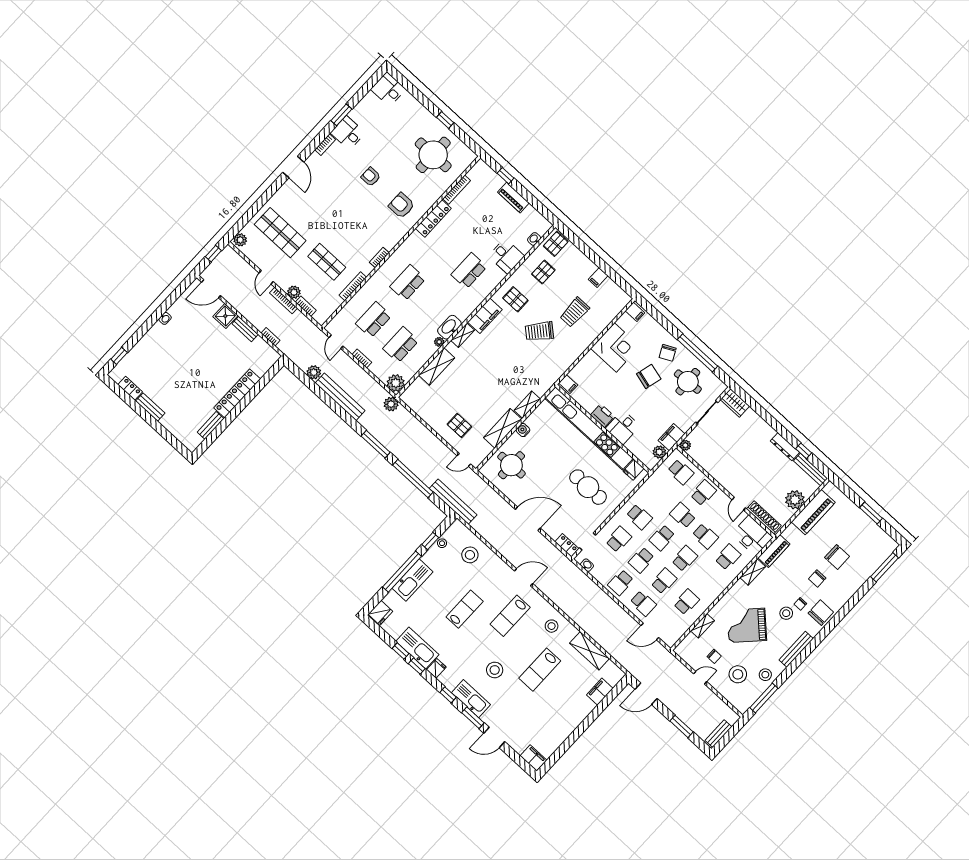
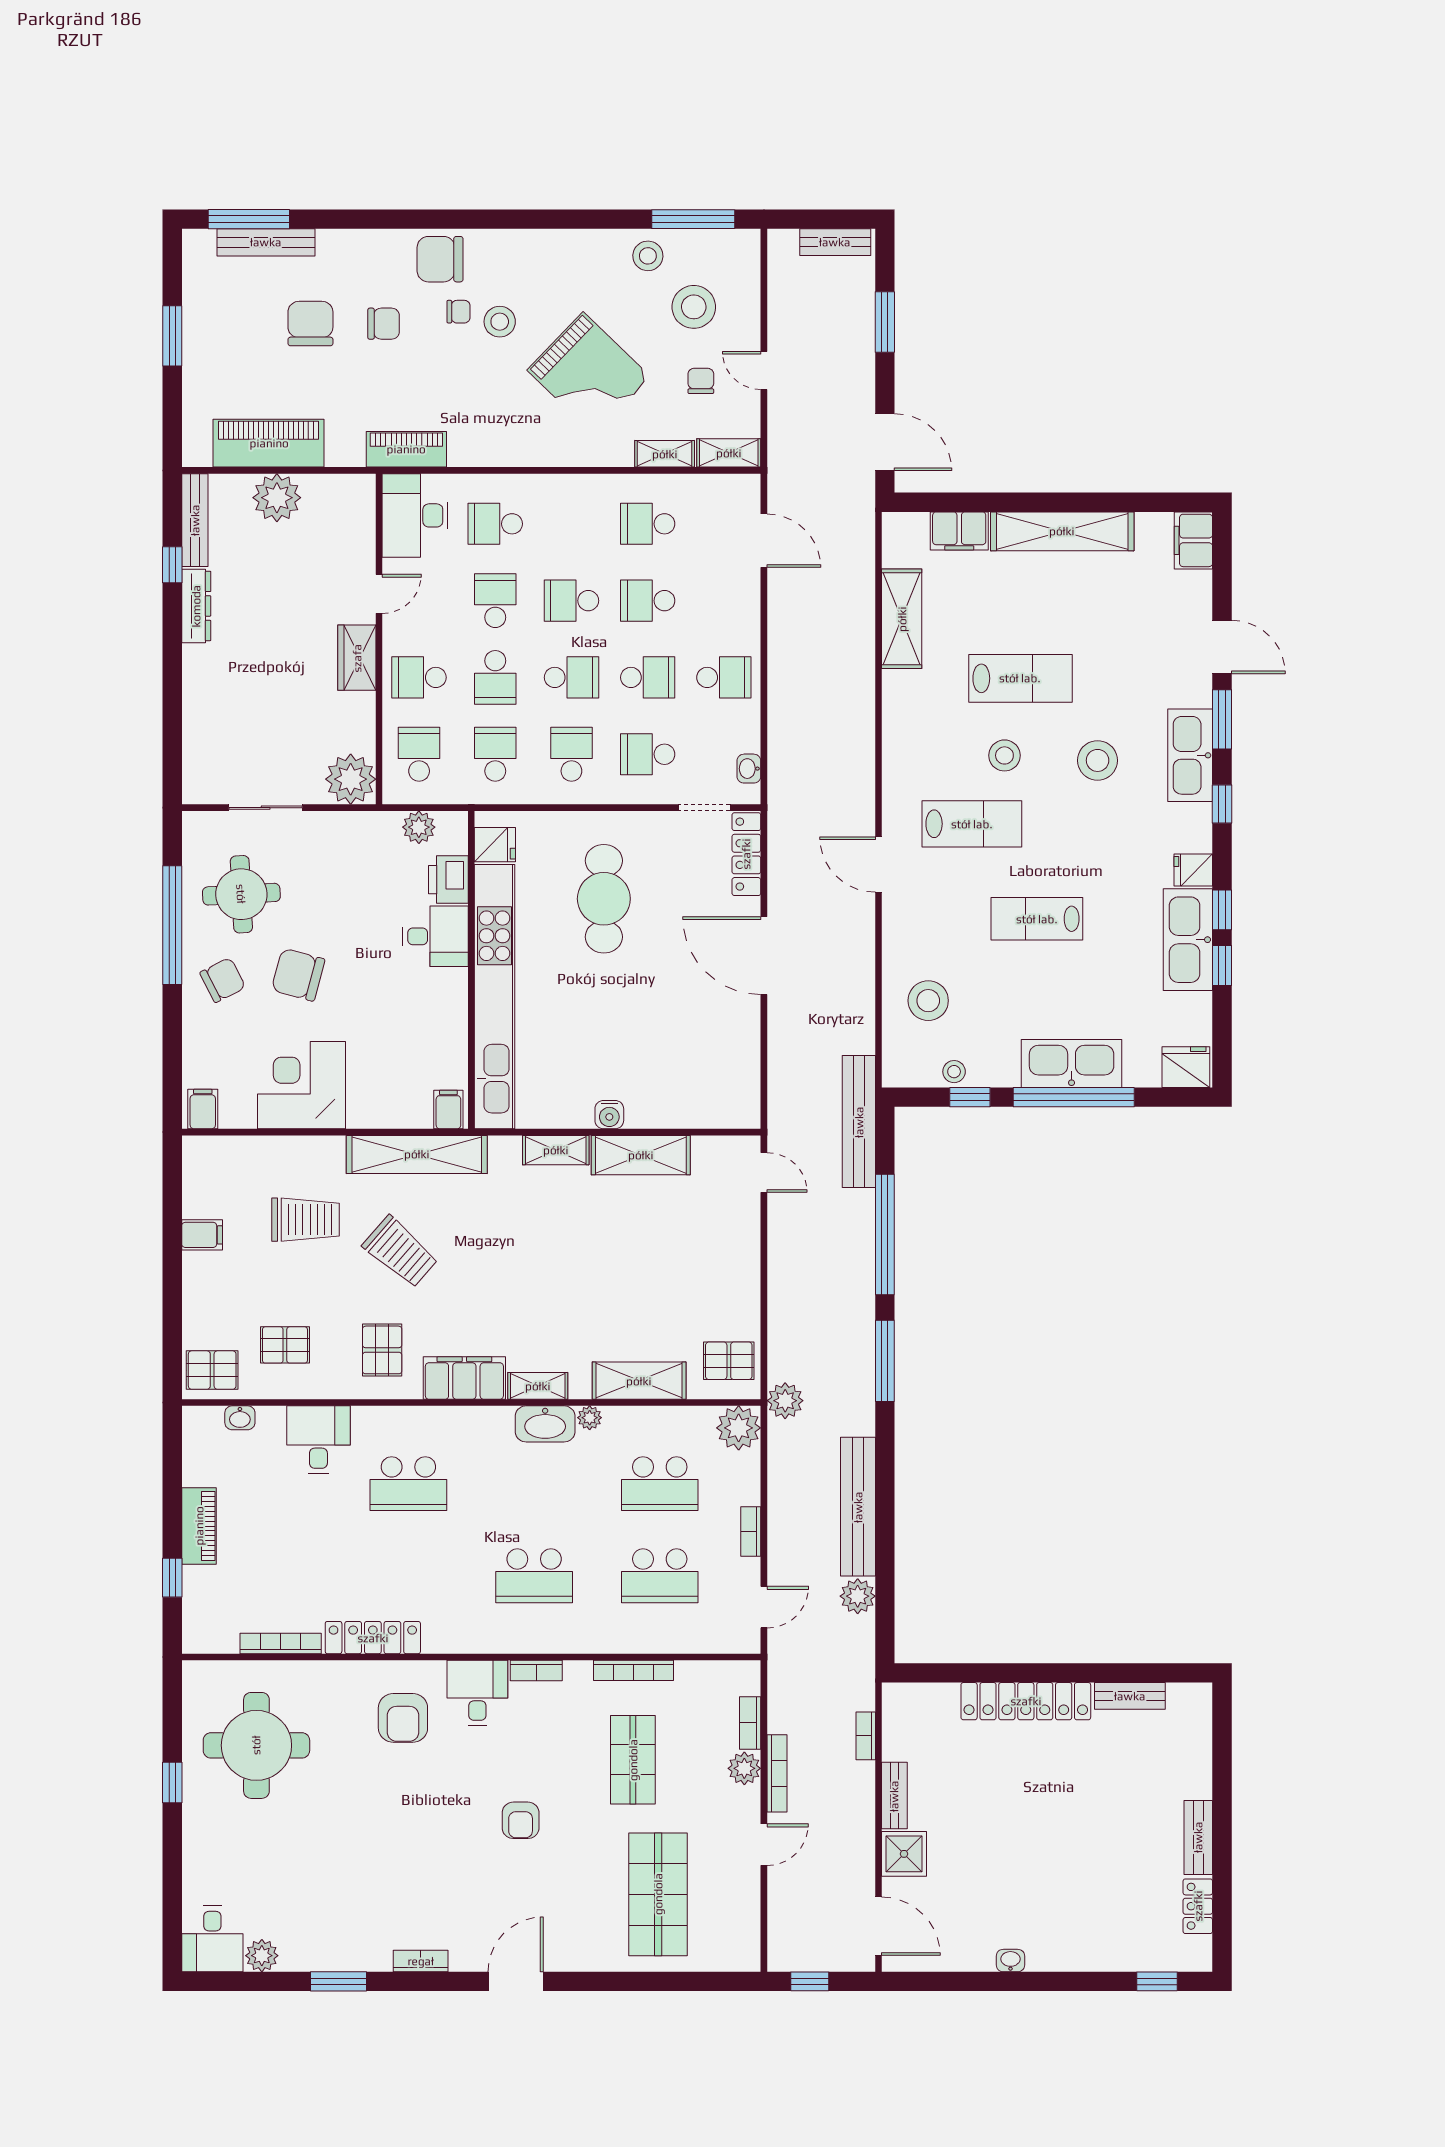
desk: (348, 133) -> (477, 1693), moved, turned 180
armchair: (371, 177) -> (521, 1820), moved
plant: (240, 240) -> (262, 1956), moved
shelving: (564, 363) -> (417, 1154), added
wardrobe: (735, 403) -> (357, 658), moved, turned 180
printer: (602, 416) -> (448, 880), moved
pallet: (459, 425) -> (729, 1361), moved, turned 90
filing cabinet: (672, 437) -> (371, 830), removed
plant: (685, 445) -> (351, 779), width x1.88, depth x1.88
round table: (511, 465) -> (693, 1076), removed
shoe rack: (764, 517) -> (362, 525), removed
locker: (567, 545) -> (746, 854), width x1.53
shelving: (753, 572) -> (729, 453), moved
school desk: (643, 603) -> (495, 754), moved
stool: (552, 626) -> (1004, 755), moved
bench: (796, 649) -> (266, 242), moved
shelving: (572, 722) -> (1062, 531), added

